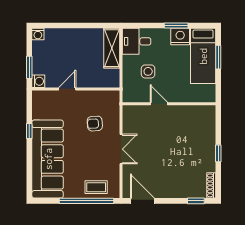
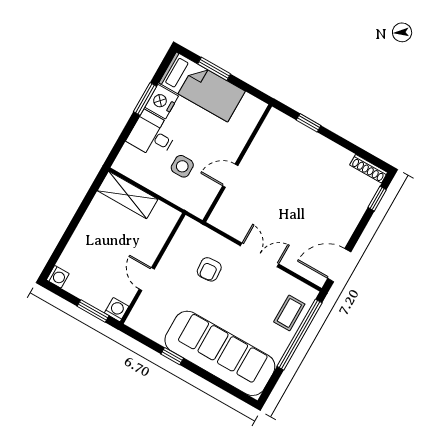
desk: (137, 41) -> (152, 135), moved, turned 90
window: (218, 153) -> (309, 123), moved

